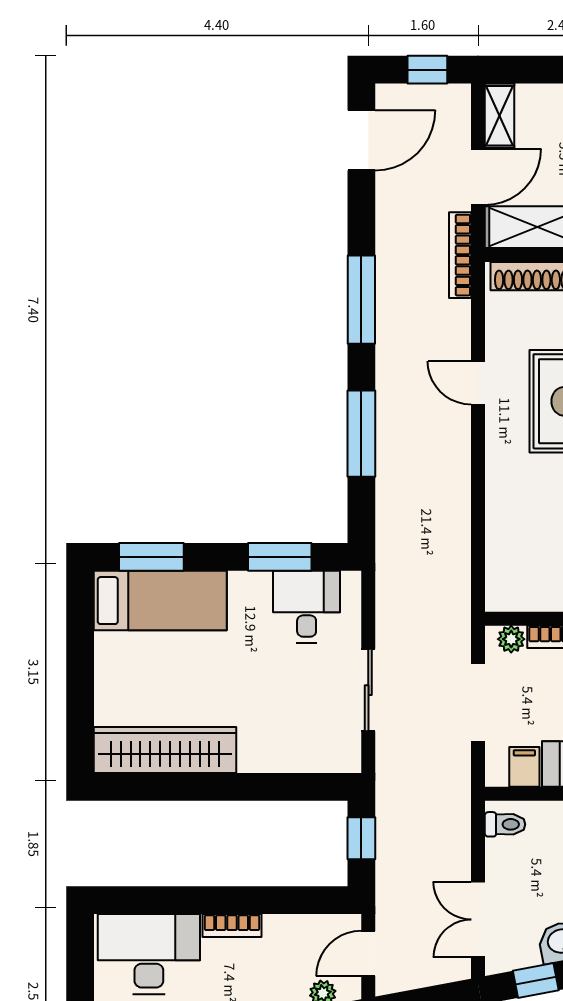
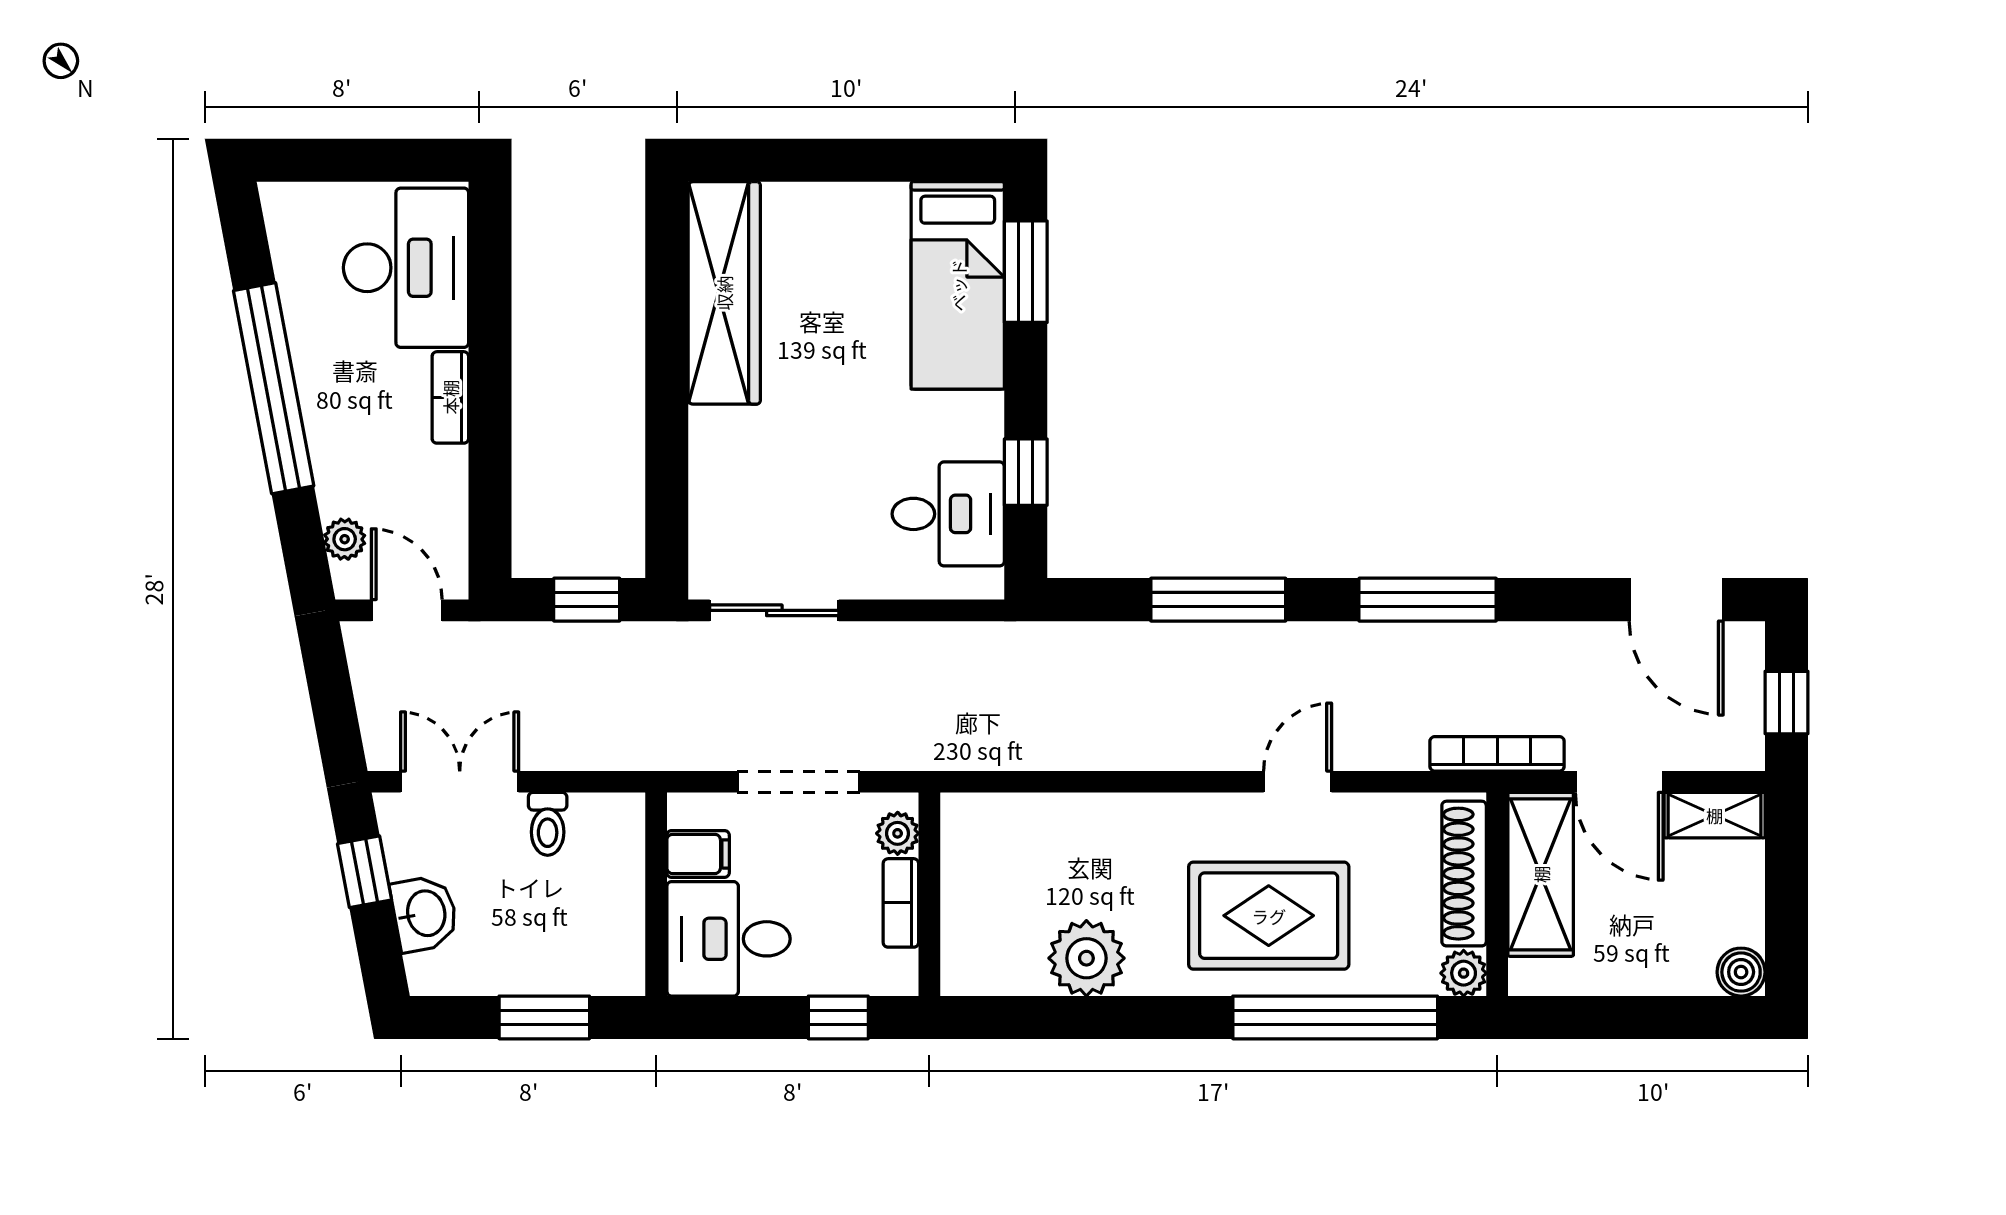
window: (280, 557) -> (1026, 472), width x0.67
sliding door: (368, 690) -> (774, 610), moved
toilet: (505, 824) -> (548, 824), moved

